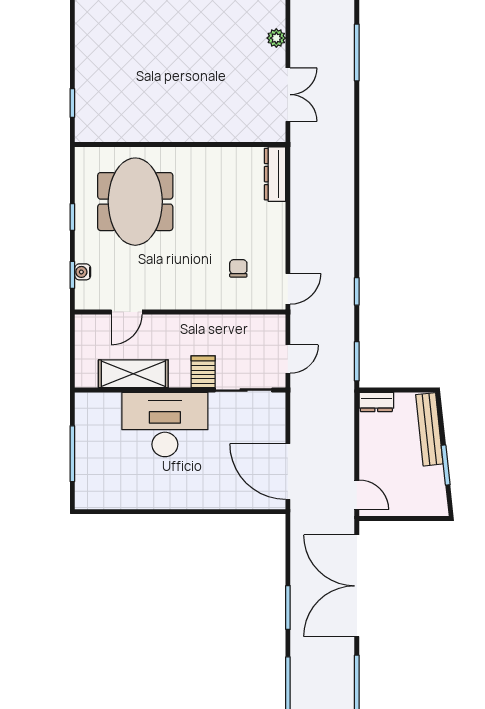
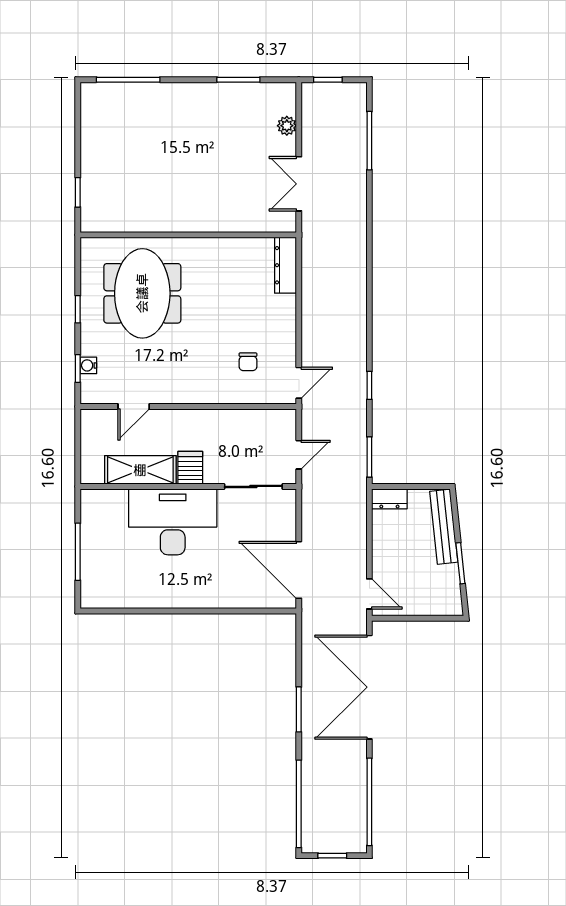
double door: (288, 95) -> (299, 184), swing flipped
chair: (238, 268) -> (248, 362), turned 180
server rack: (203, 372) -> (190, 468), moved

